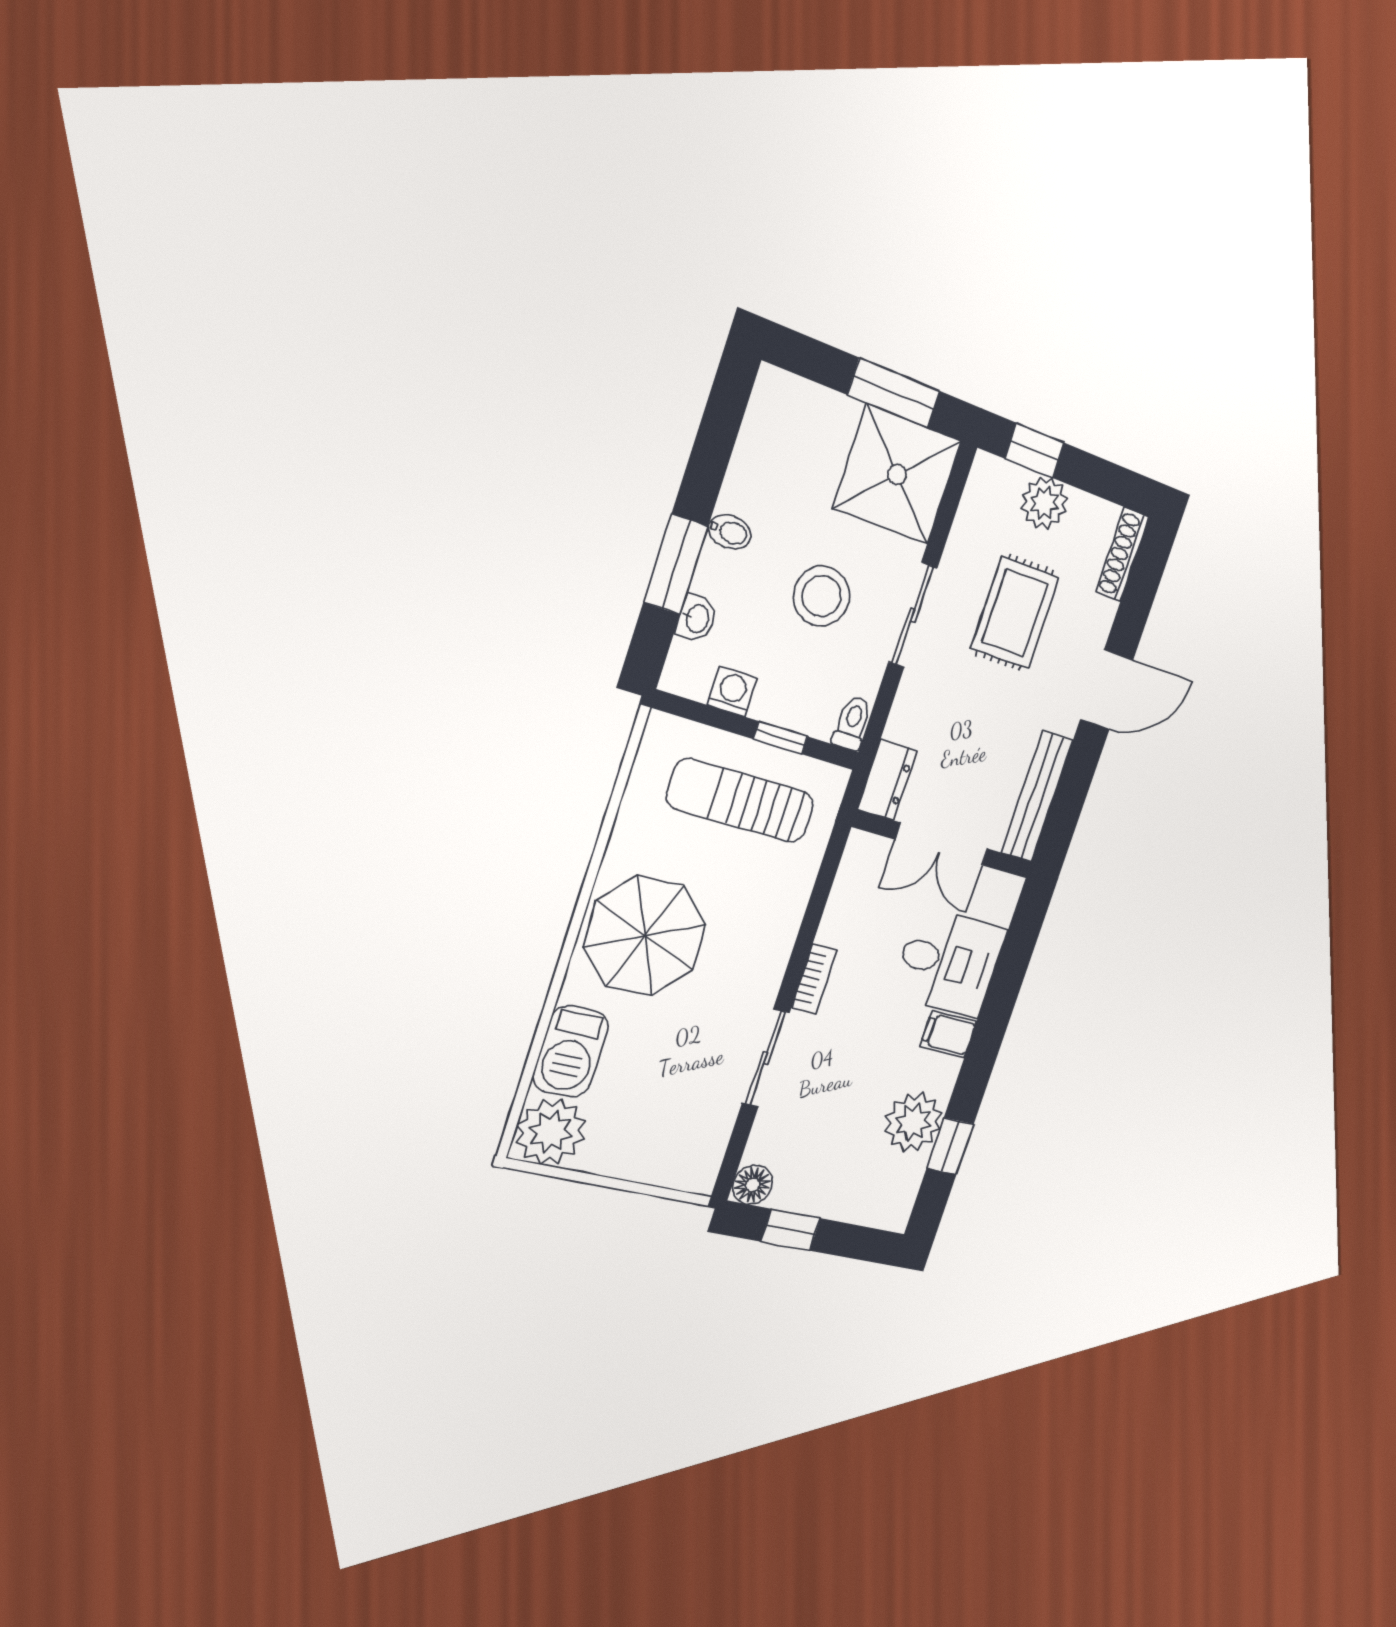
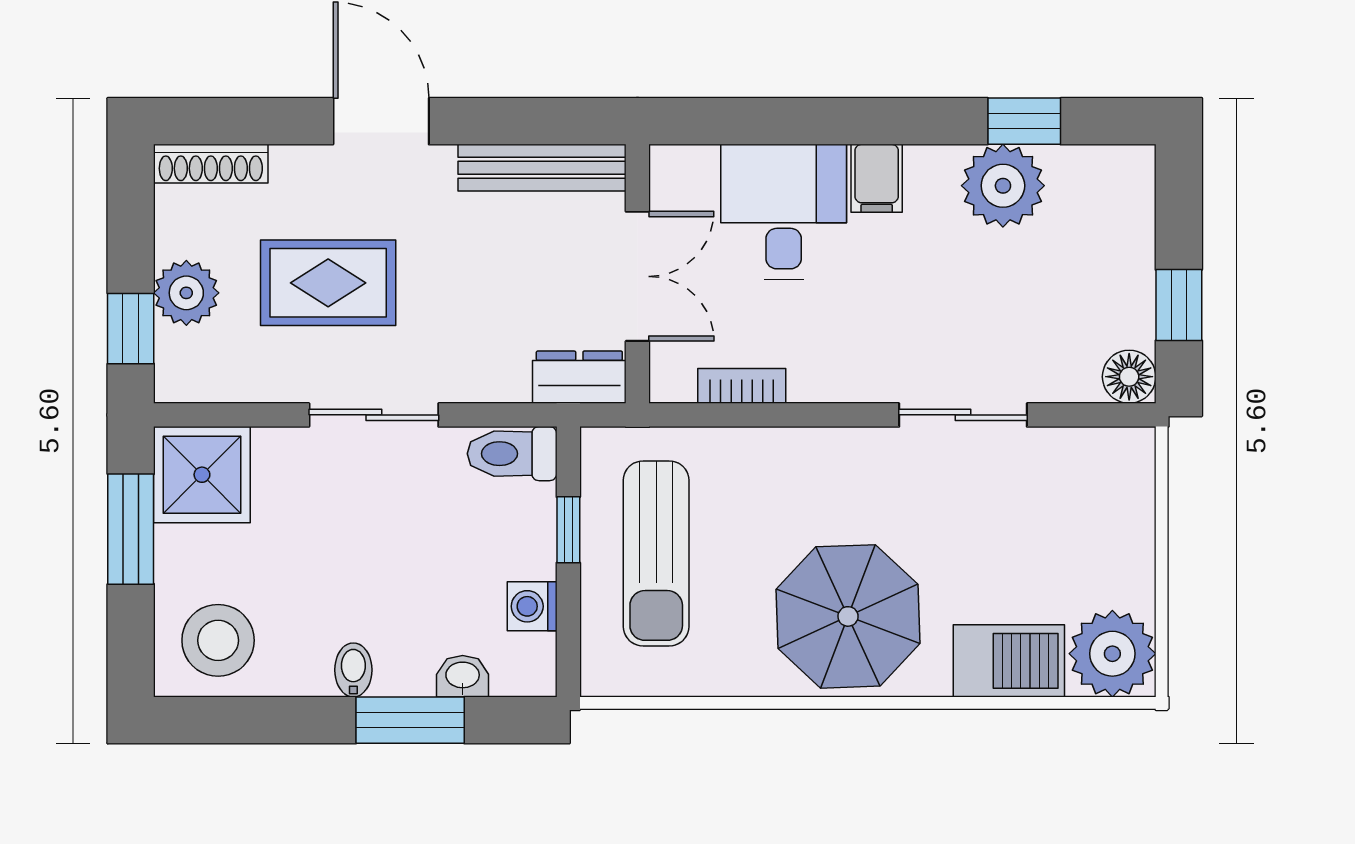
shower: (897, 474) -> (202, 475), width x0.73, depth x0.73
stool: (822, 596) -> (218, 640), moved
toilet: (852, 723) -> (512, 454), width x1.37, depth x1.39
bookcase: (814, 979) -> (742, 386), moved

